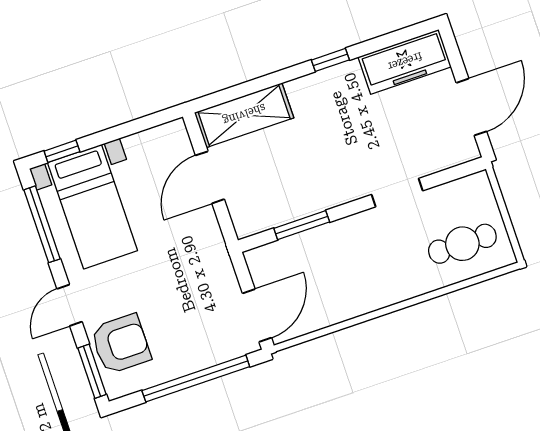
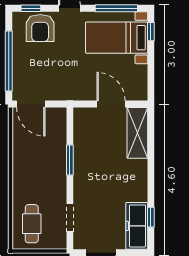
window: (330, 60) -> (151, 217), moved
doorway: (397, 193) -> (70, 218), moved
window: (302, 225) -> (70, 160), moved
window: (92, 371) -> (31, 8), width x0.67

